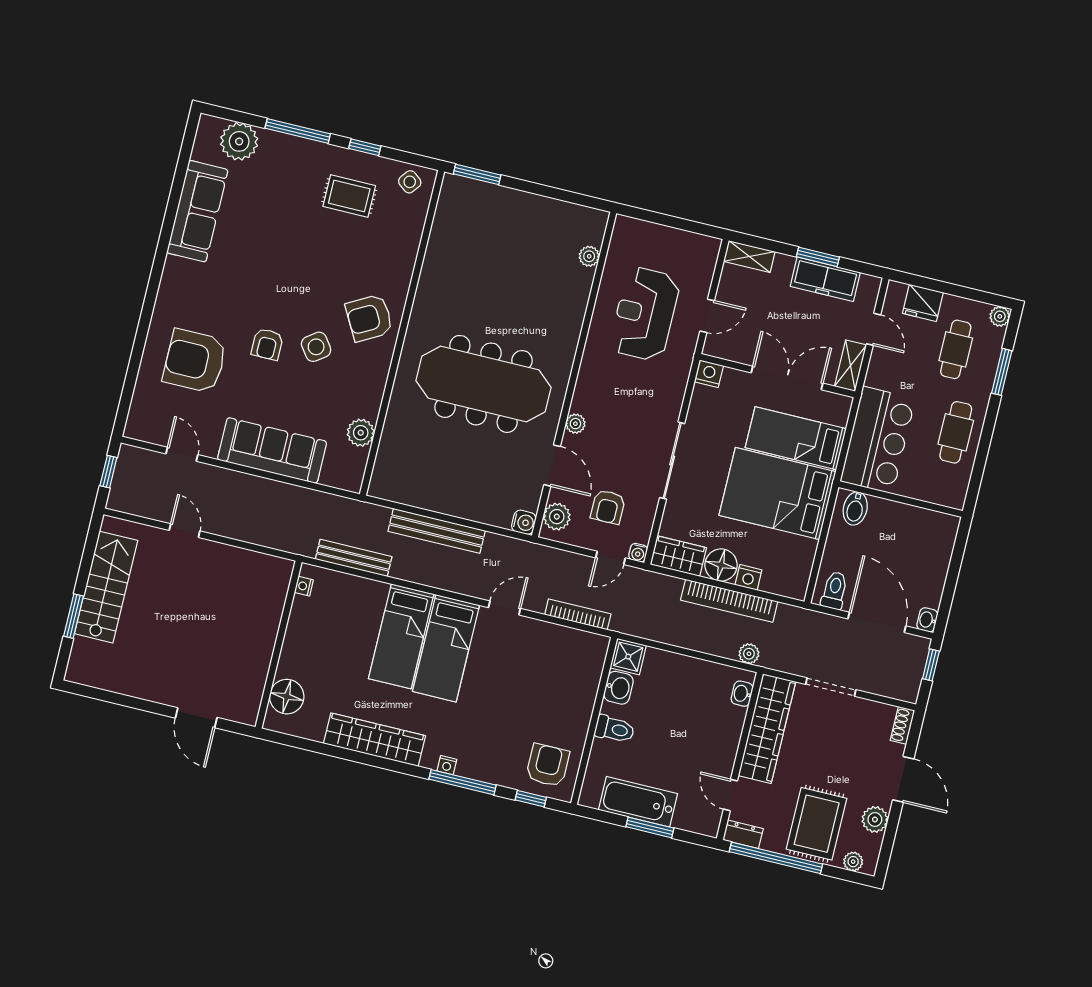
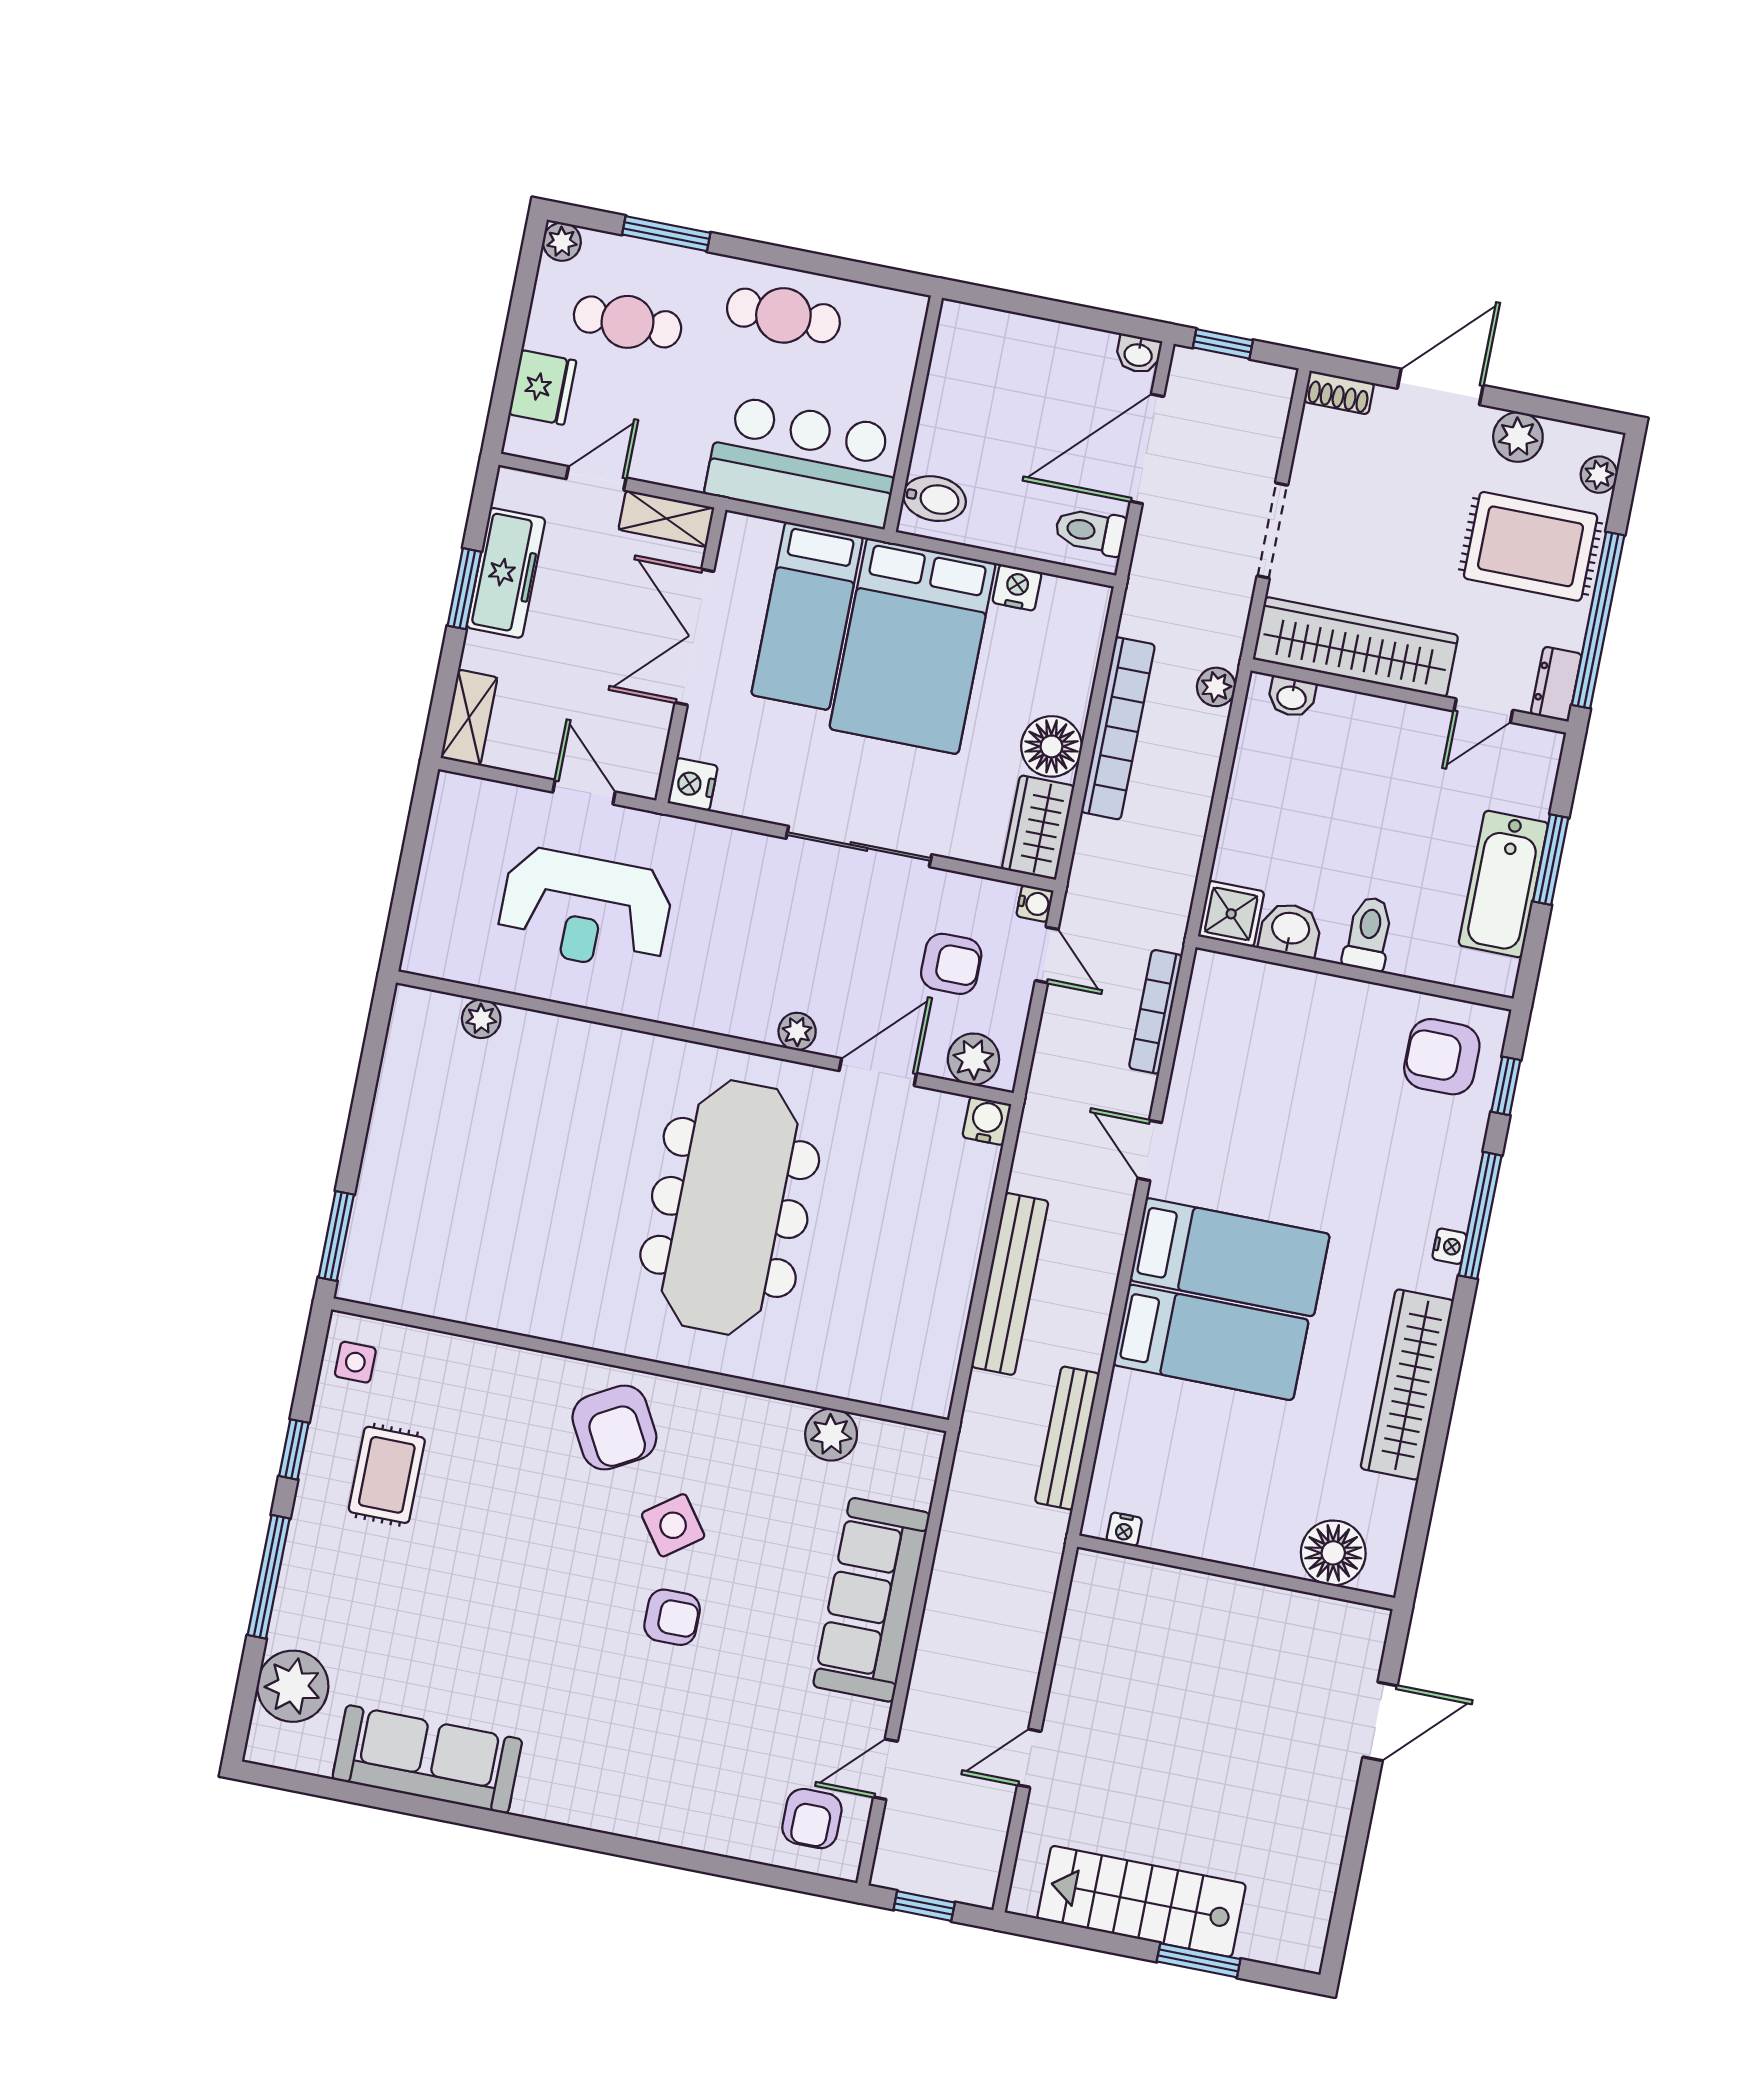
side table: (410, 182) -> (355, 1362), turned -38
armchair: (195, 361) -> (812, 1819), moved, width x0.53, depth x0.53
nightstand: (748, 577) -> (1017, 588), moved, turned -90

